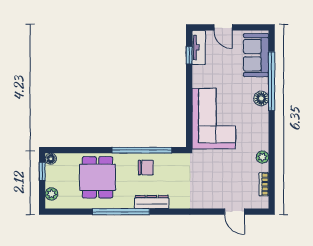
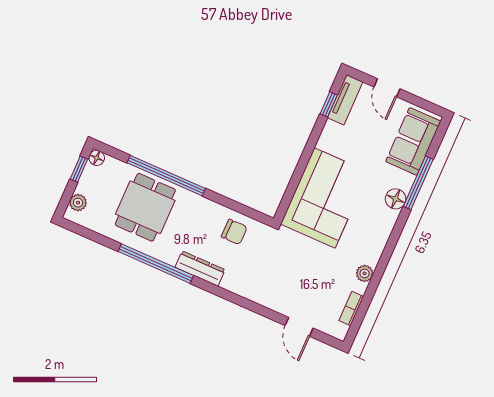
window: (272, 81) -> (418, 183), width x0.68
window: (142, 150) -> (166, 176), moved
chair: (146, 168) -> (234, 232), moved

